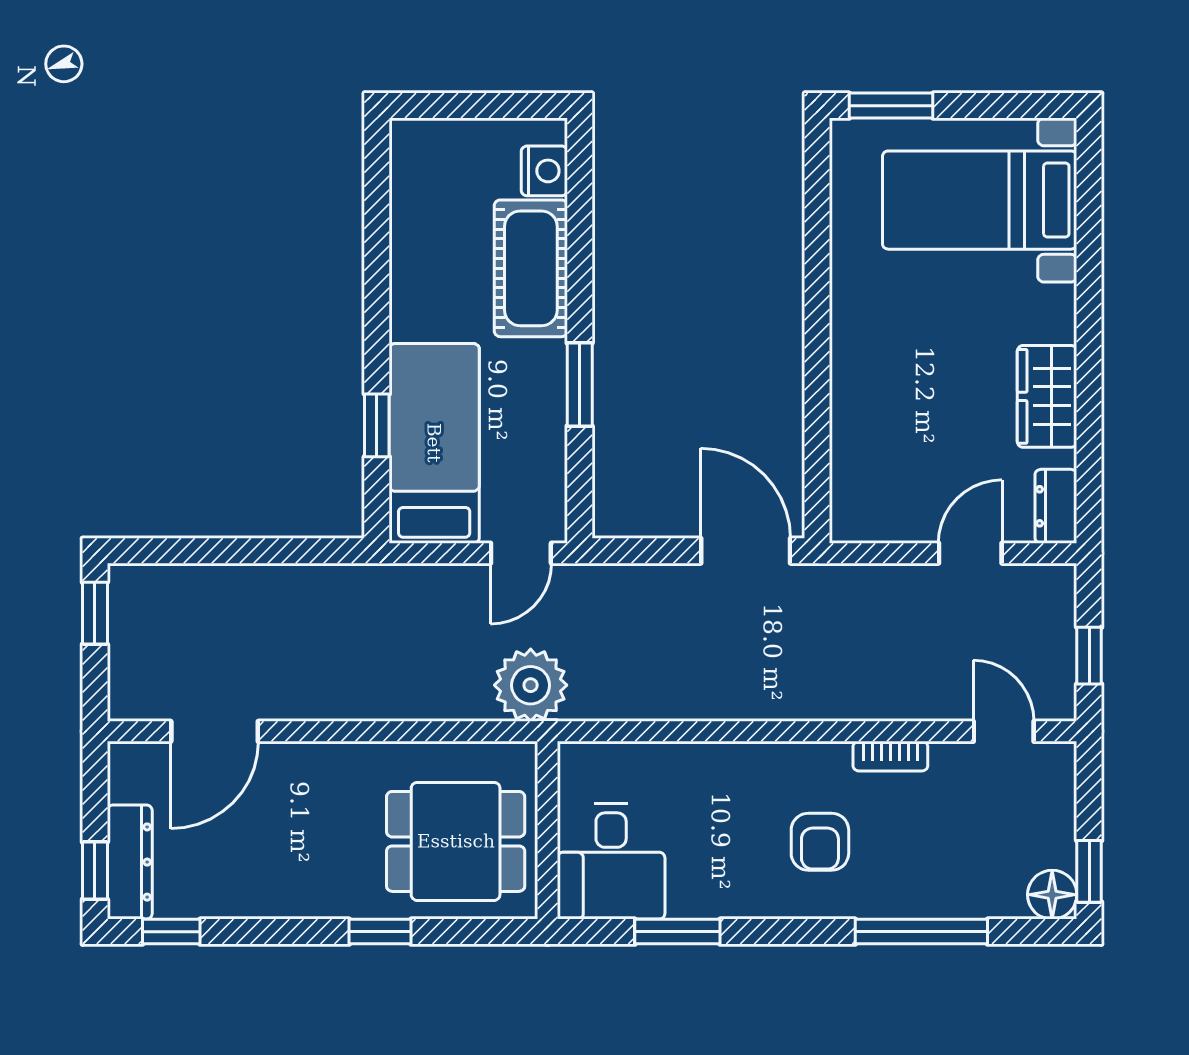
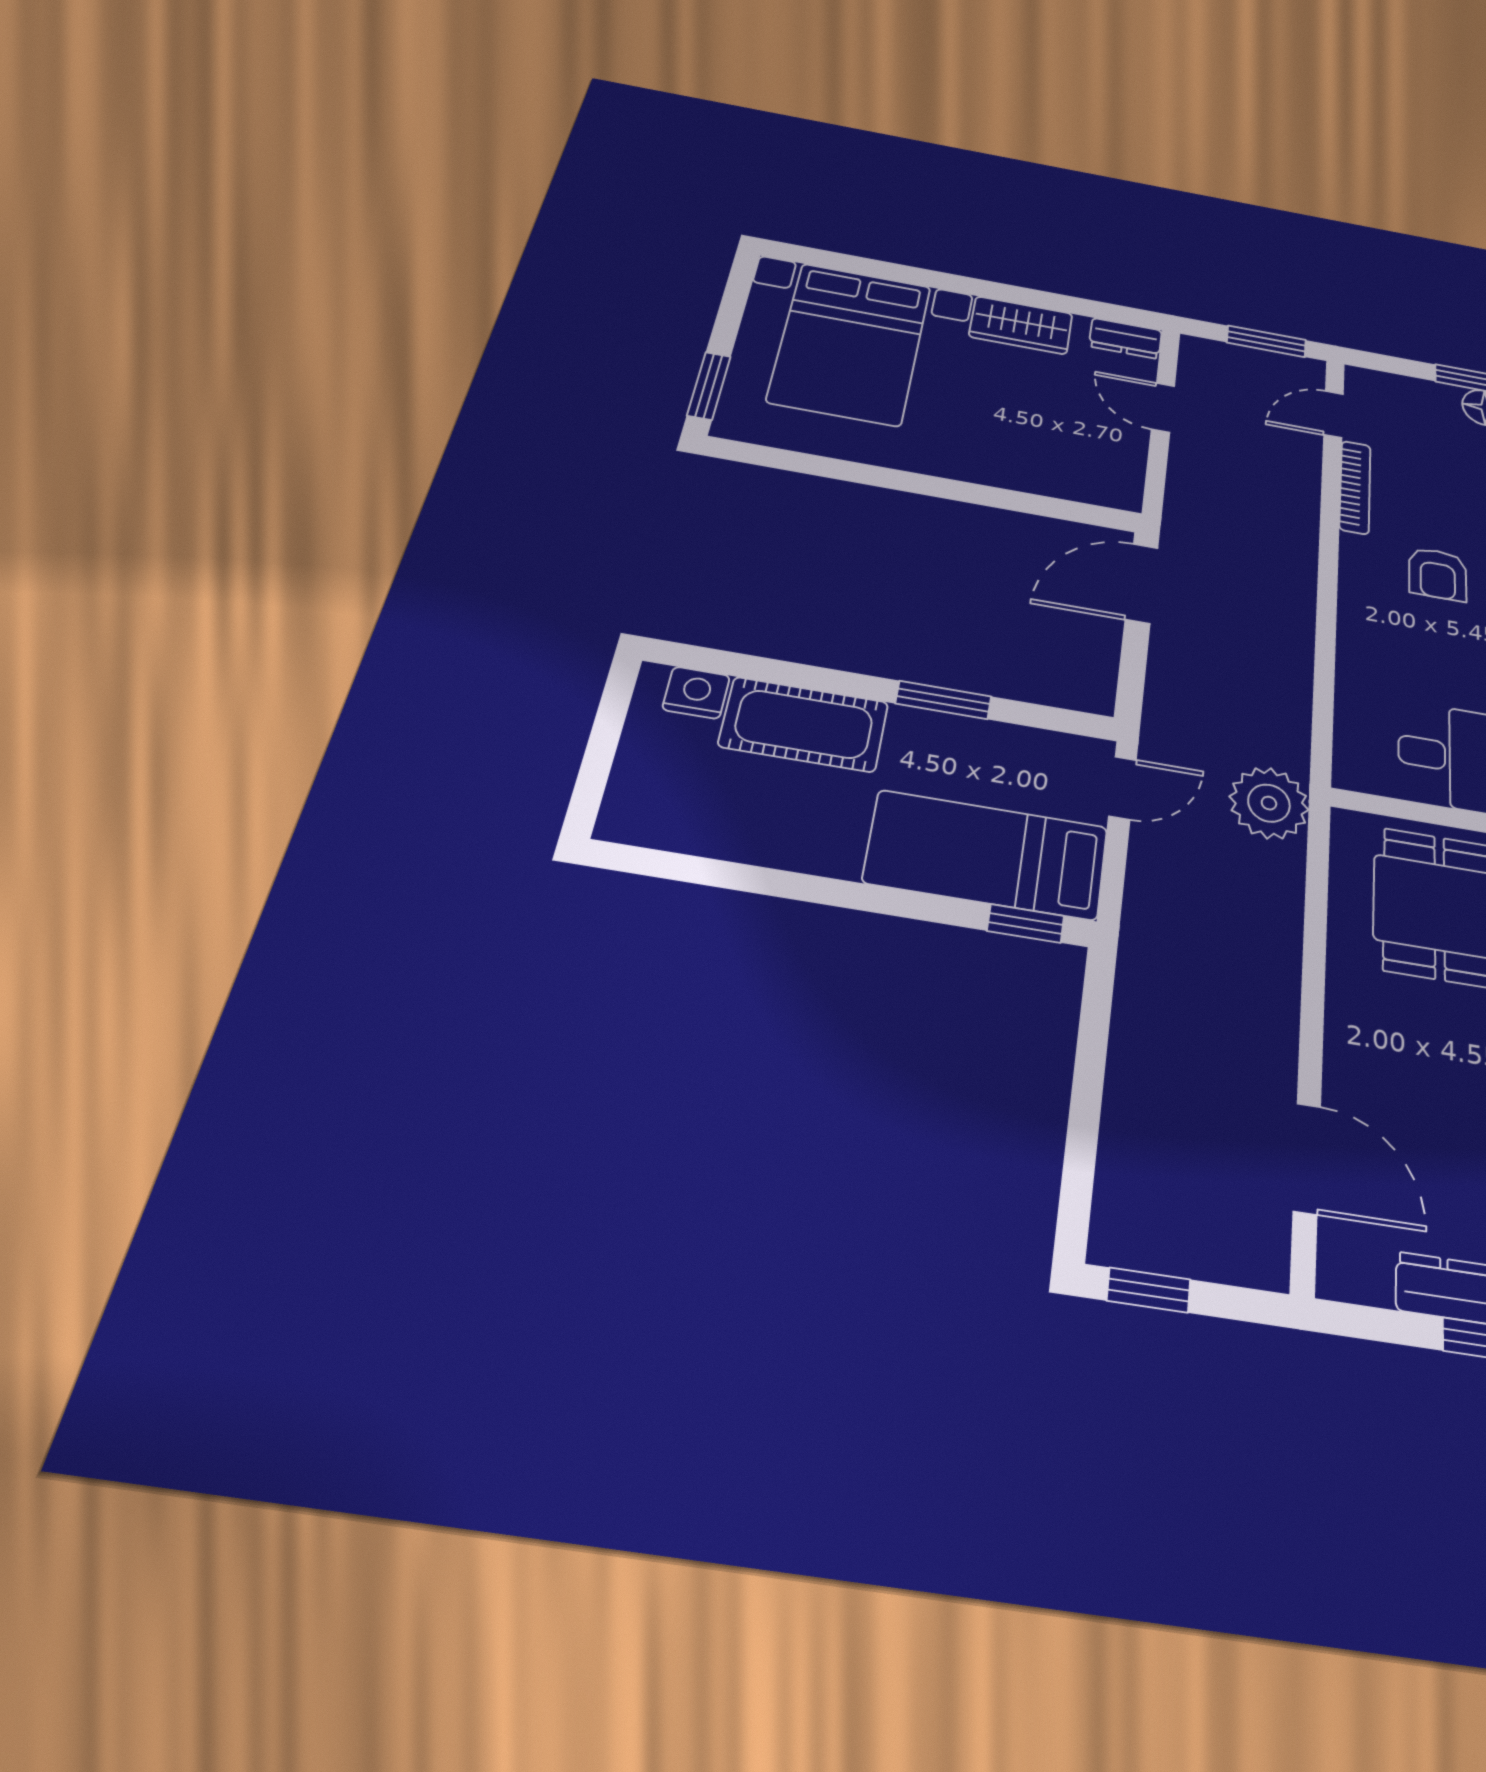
bed with nightstands: (980, 200) -> (850, 343), width x1.36
window: (377, 425) -> (1026, 923), moved
door: (521, 553) -> (1123, 788), hinge flipped
window: (1089, 656) -> (1266, 341), width x1.50
bookcase: (890, 756) -> (1355, 487), width x1.56
armchair: (820, 842) -> (1438, 574), turned 90

